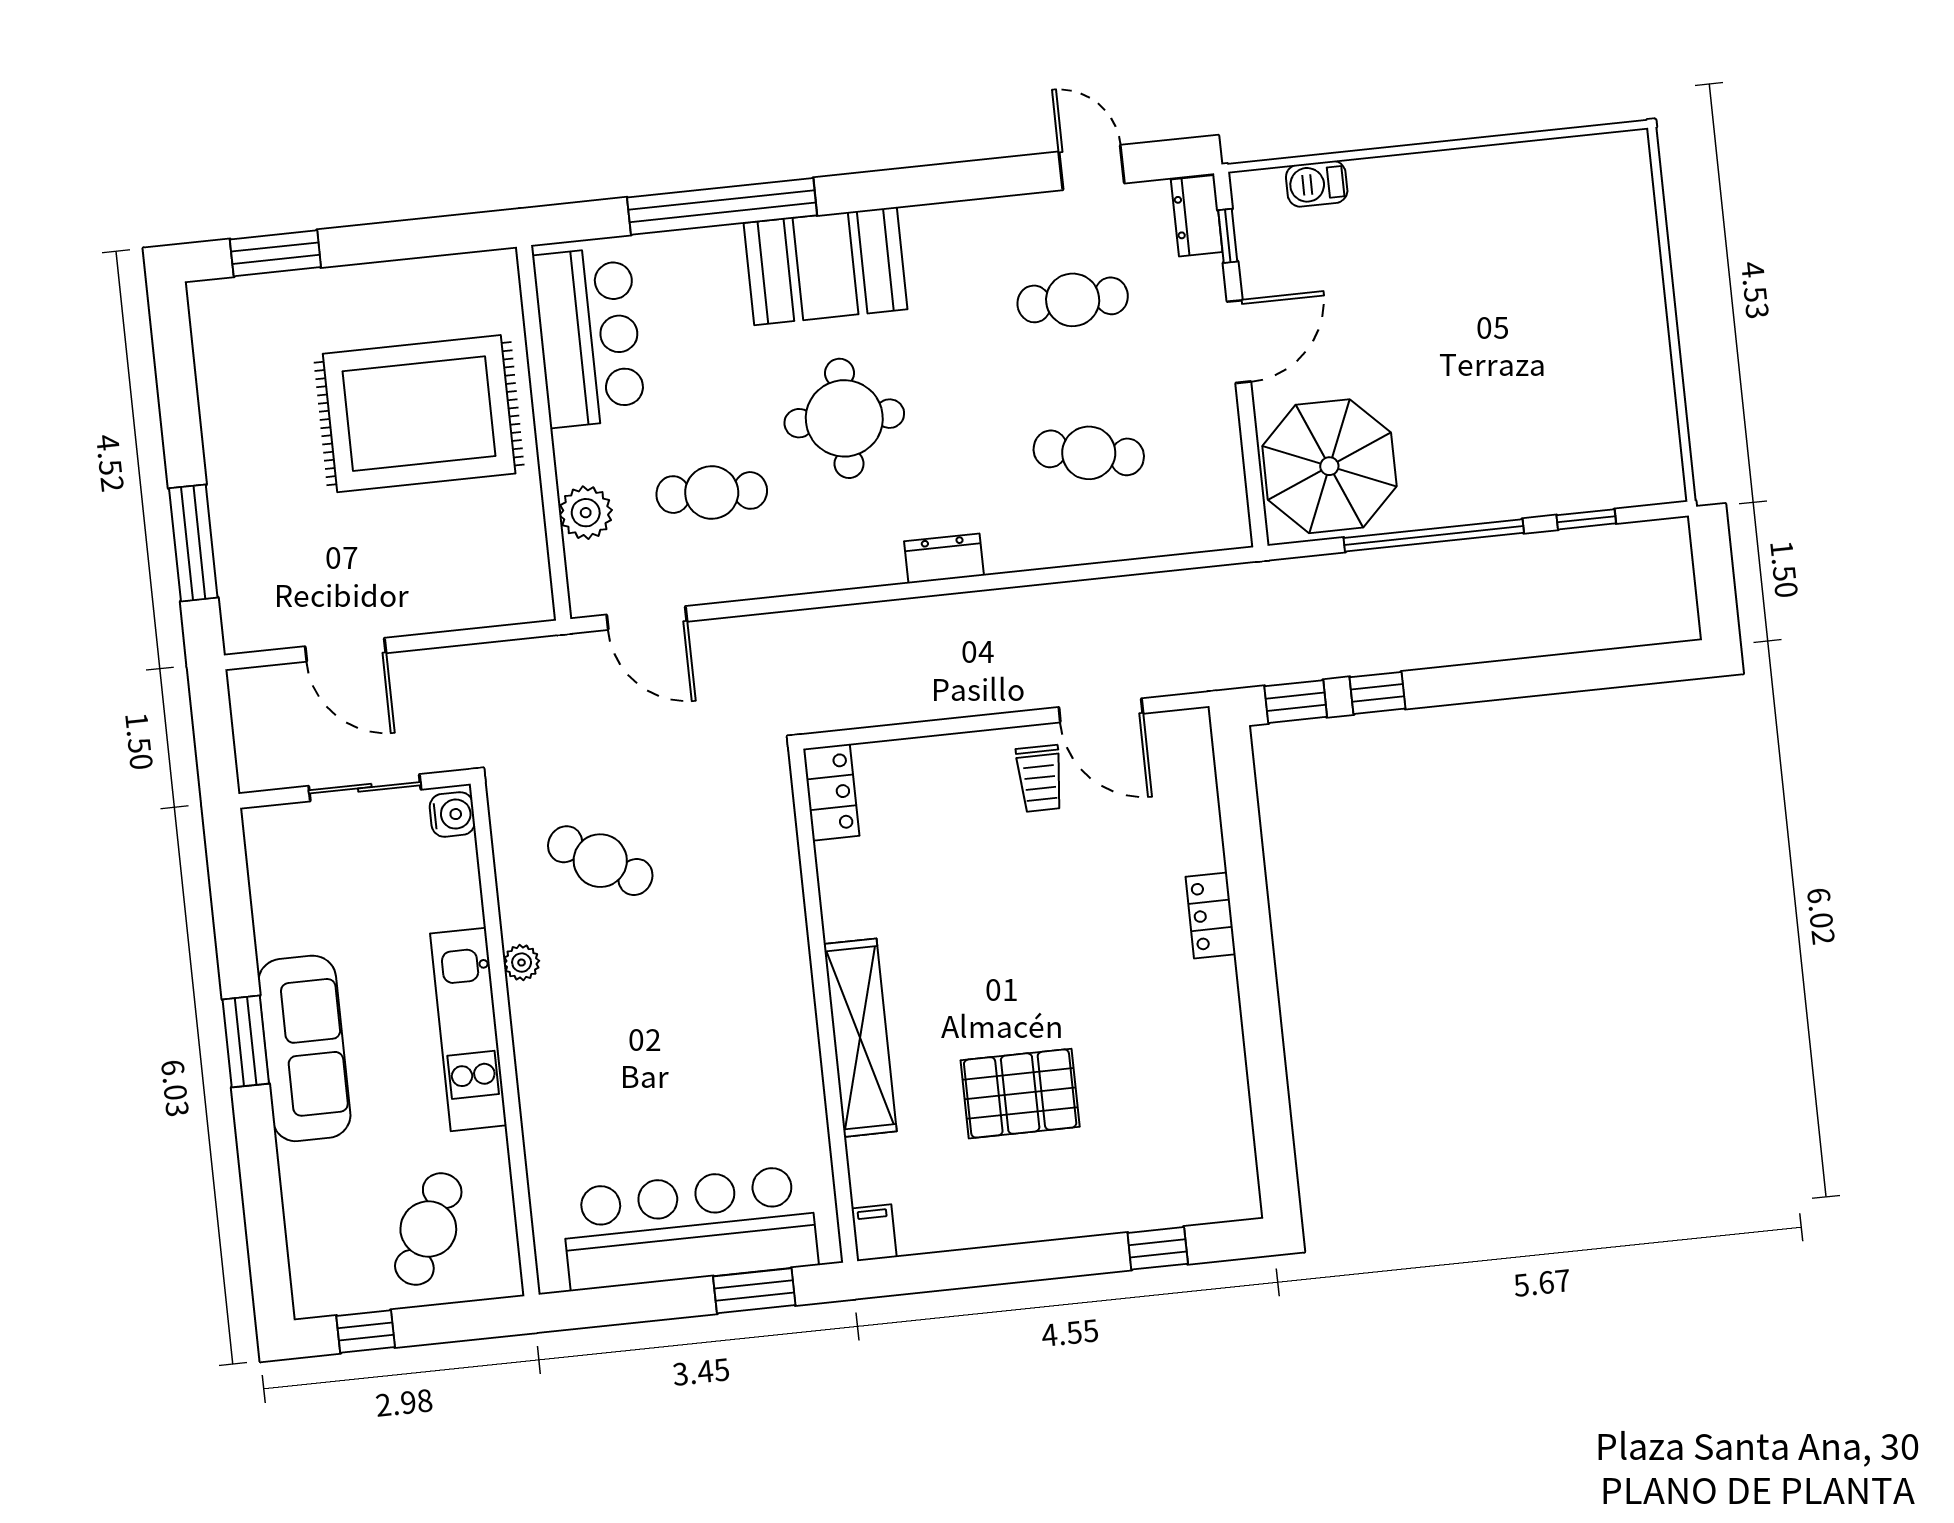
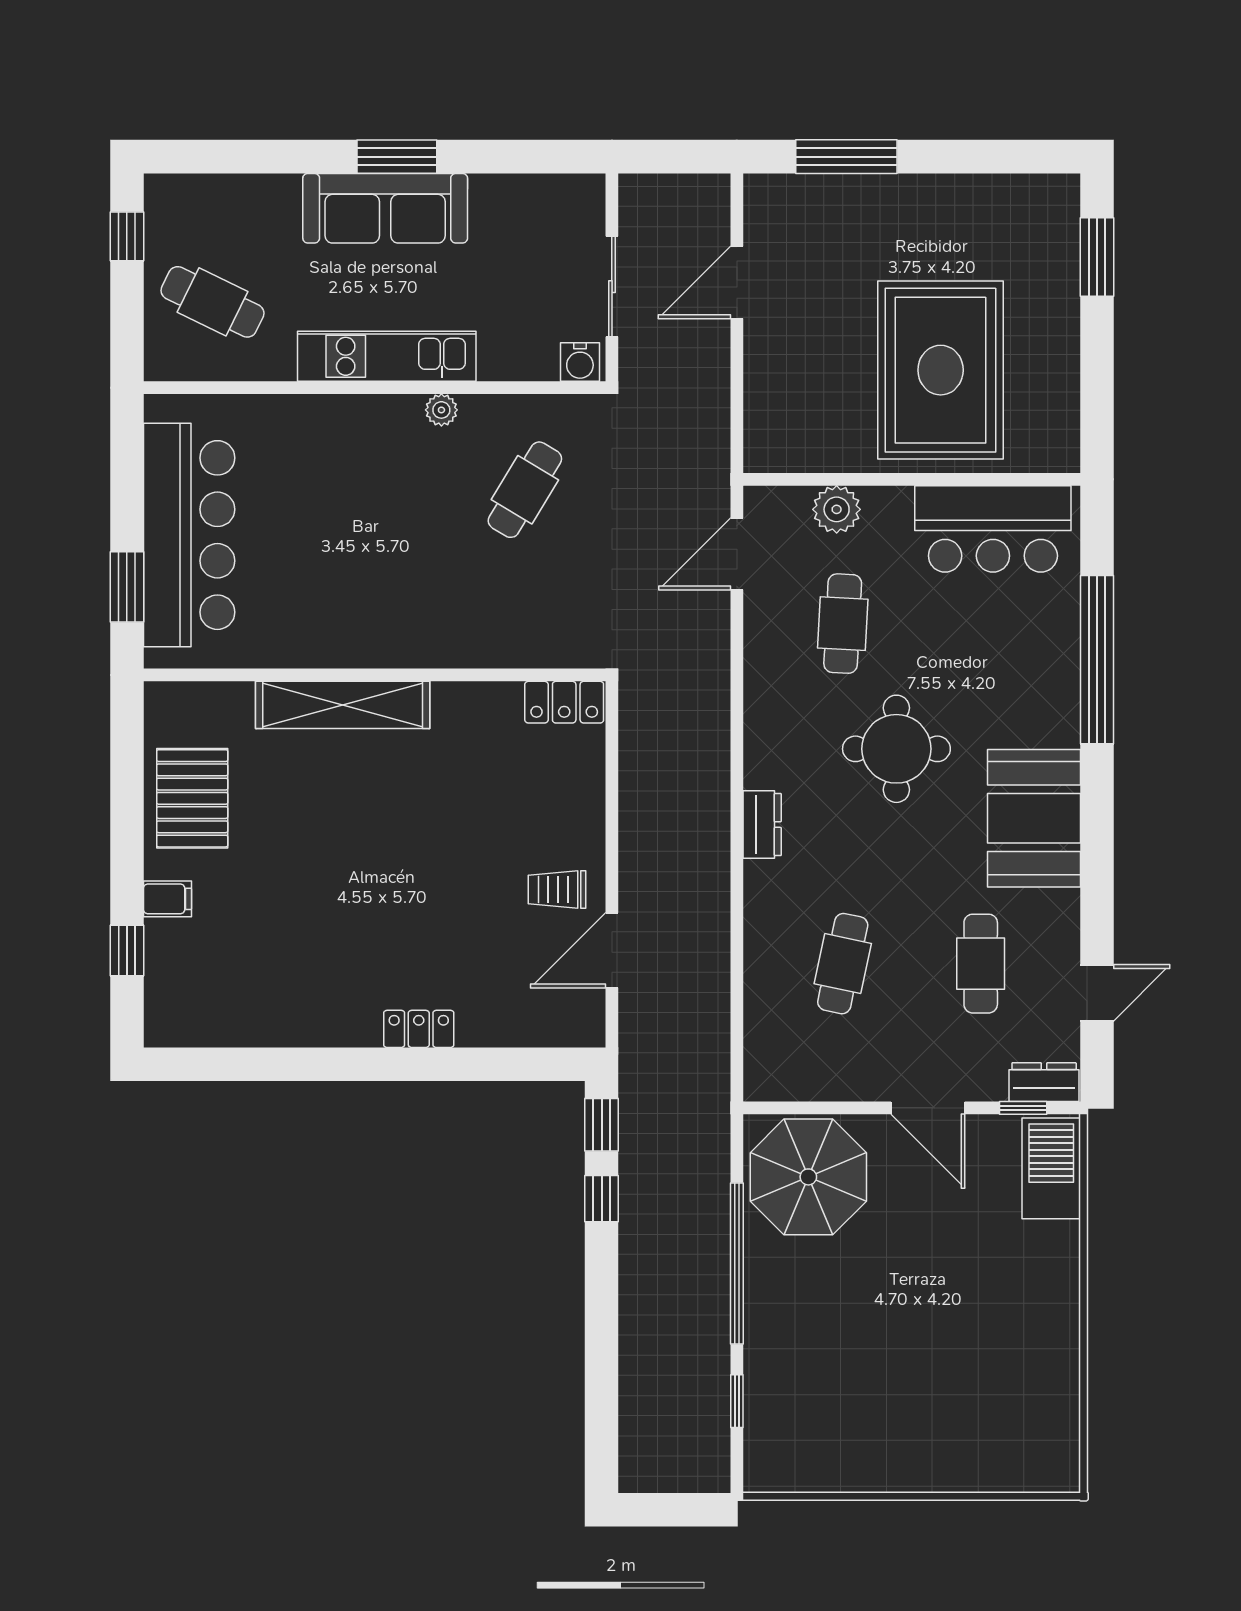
barbecue: (1317, 184) -> (1051, 1168), width x1.88, depth x1.53
booth: (825, 266) -> (1034, 818), moved
pallet: (1020, 1094) -> (192, 798), moved
filing cabinet: (874, 1233) -> (167, 899), moved

